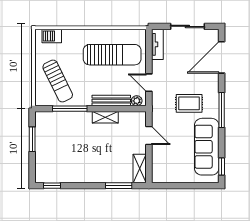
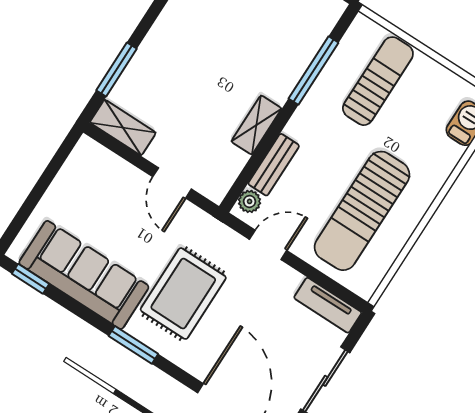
sun lounger: (58, 81) -> (378, 81), turned 116
bench: (111, 101) -> (274, 165), width x0.73
rug: (189, 103) -> (183, 294), width x1.36, depth x1.43
window: (222, 110) -> (133, 345), width x0.69
door: (149, 135) -> (172, 183), hinge flipped

